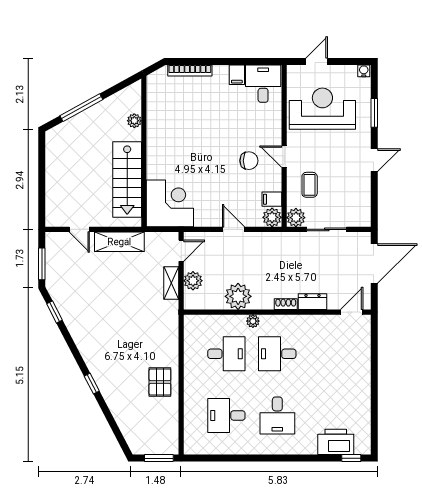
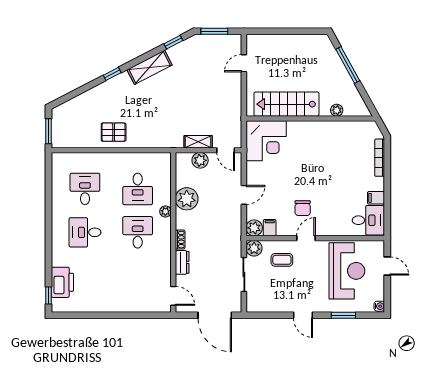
shelving: (119, 242) -> (149, 67), moved, turned 63

